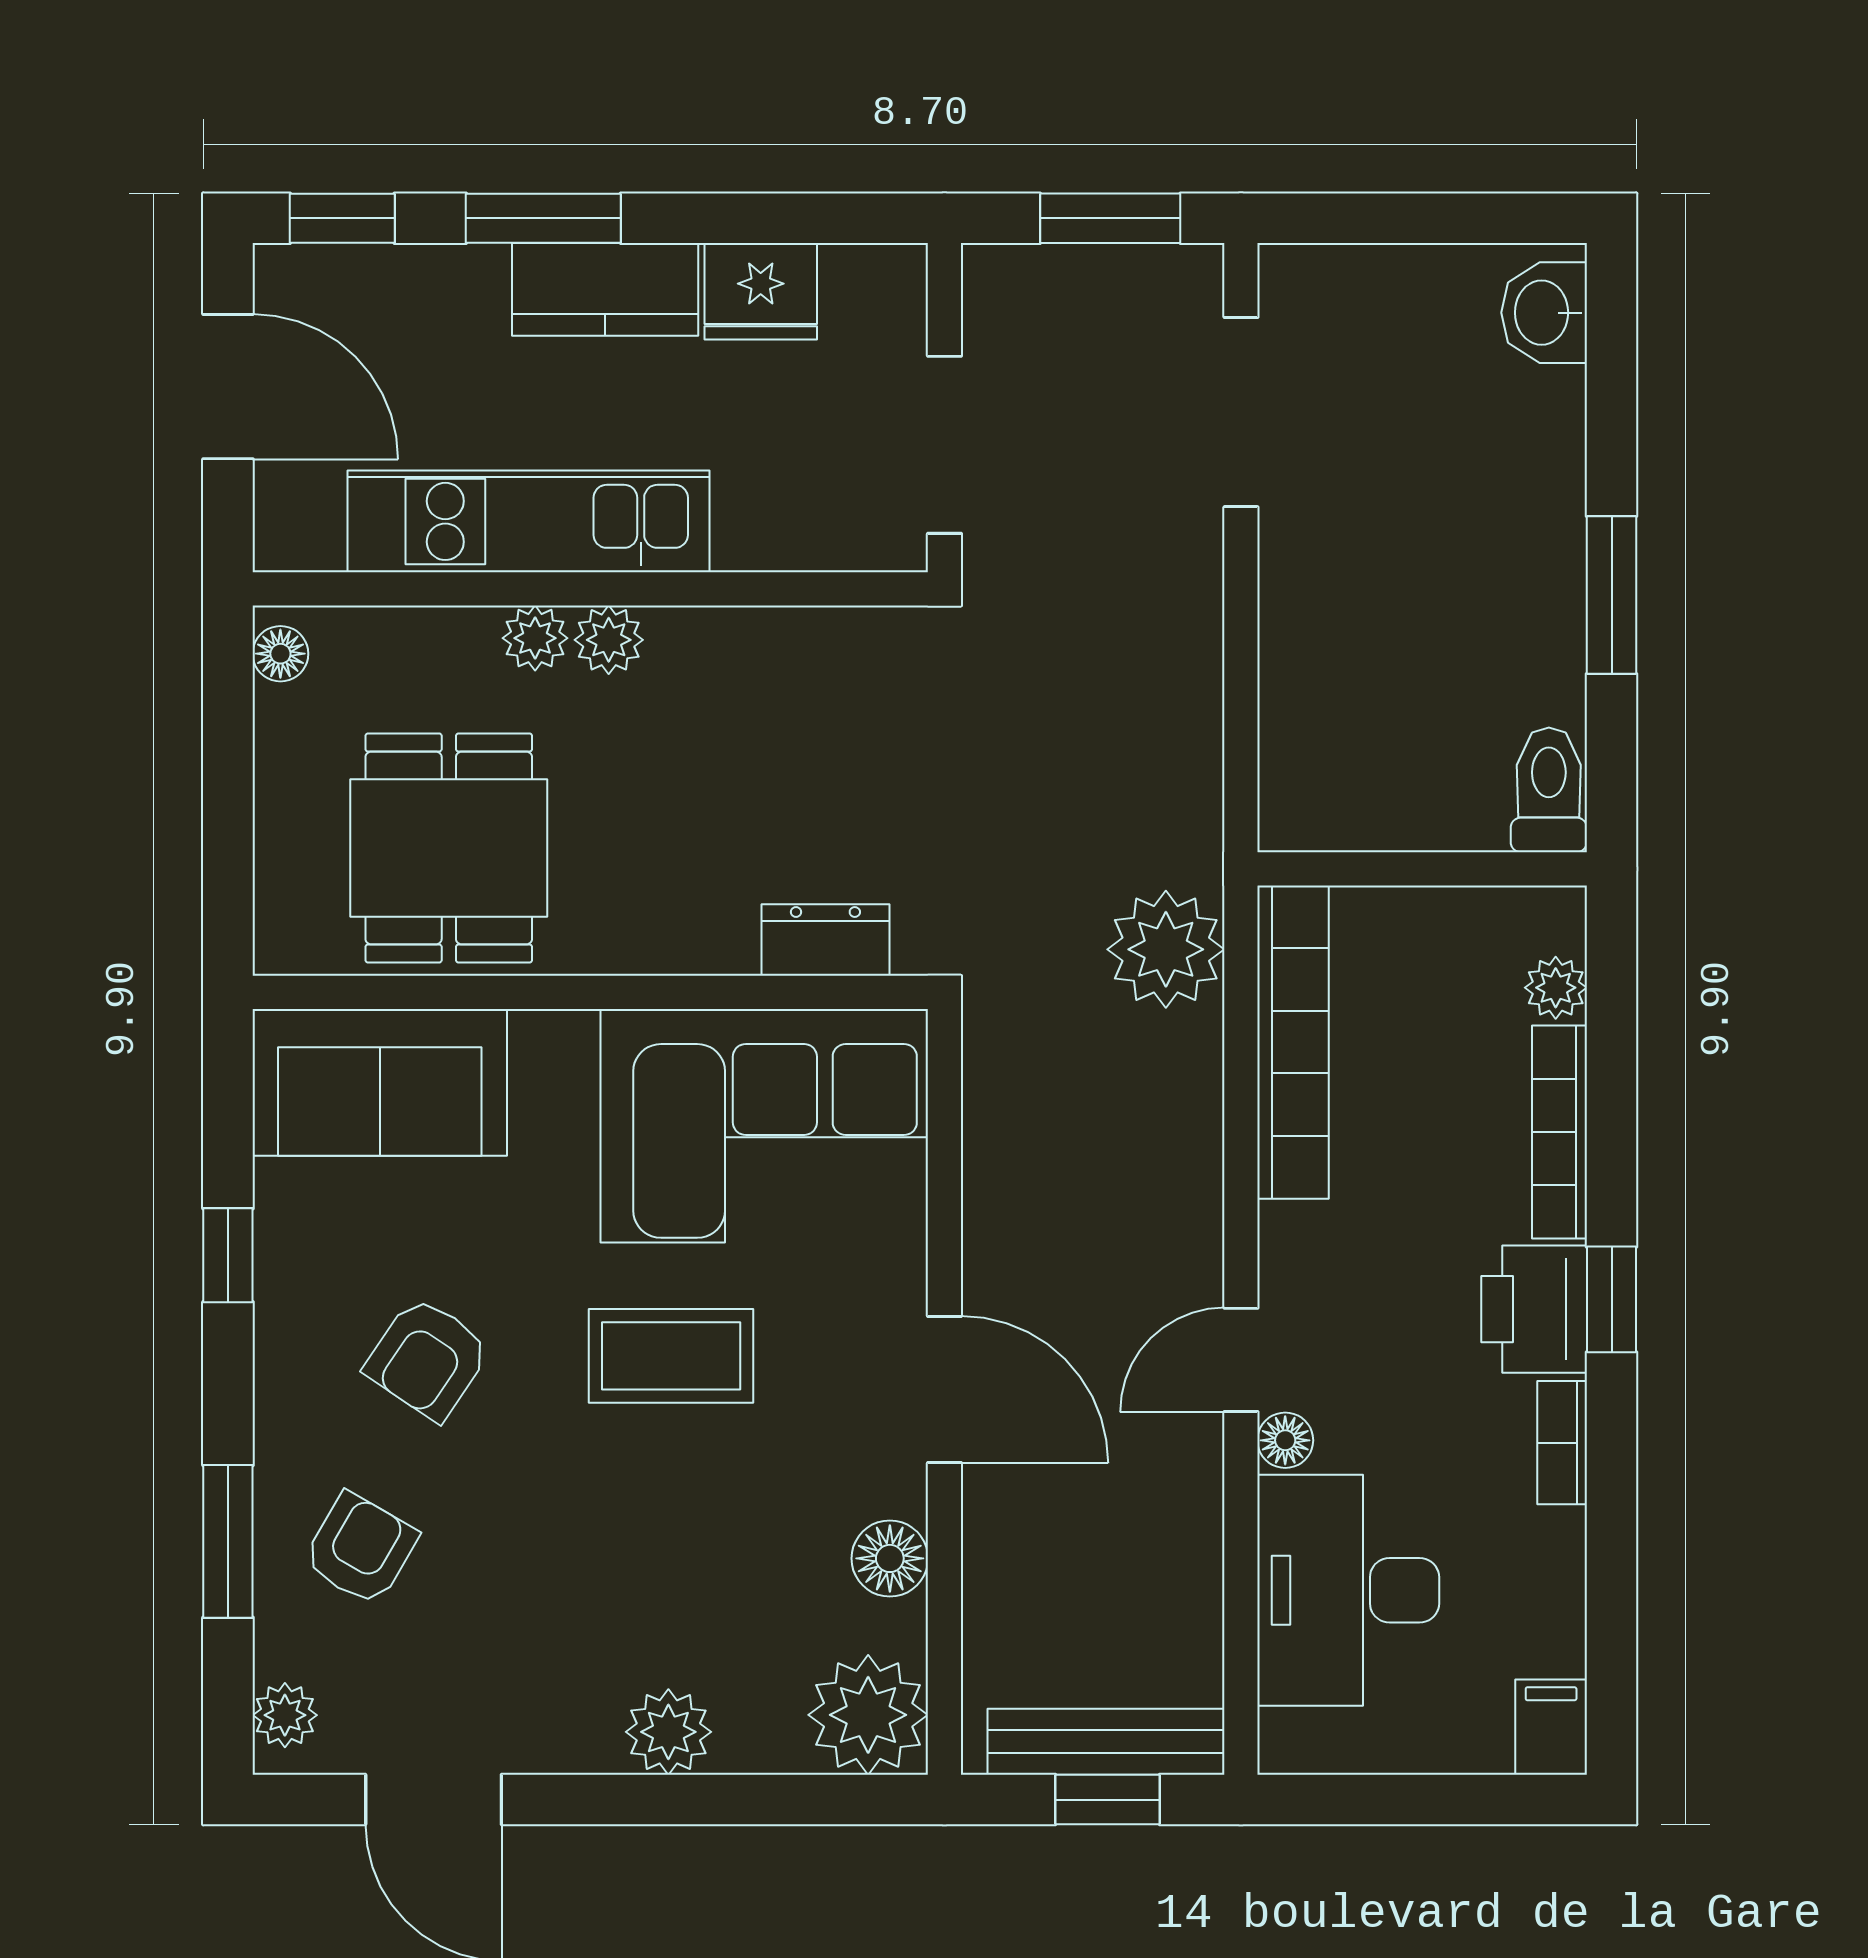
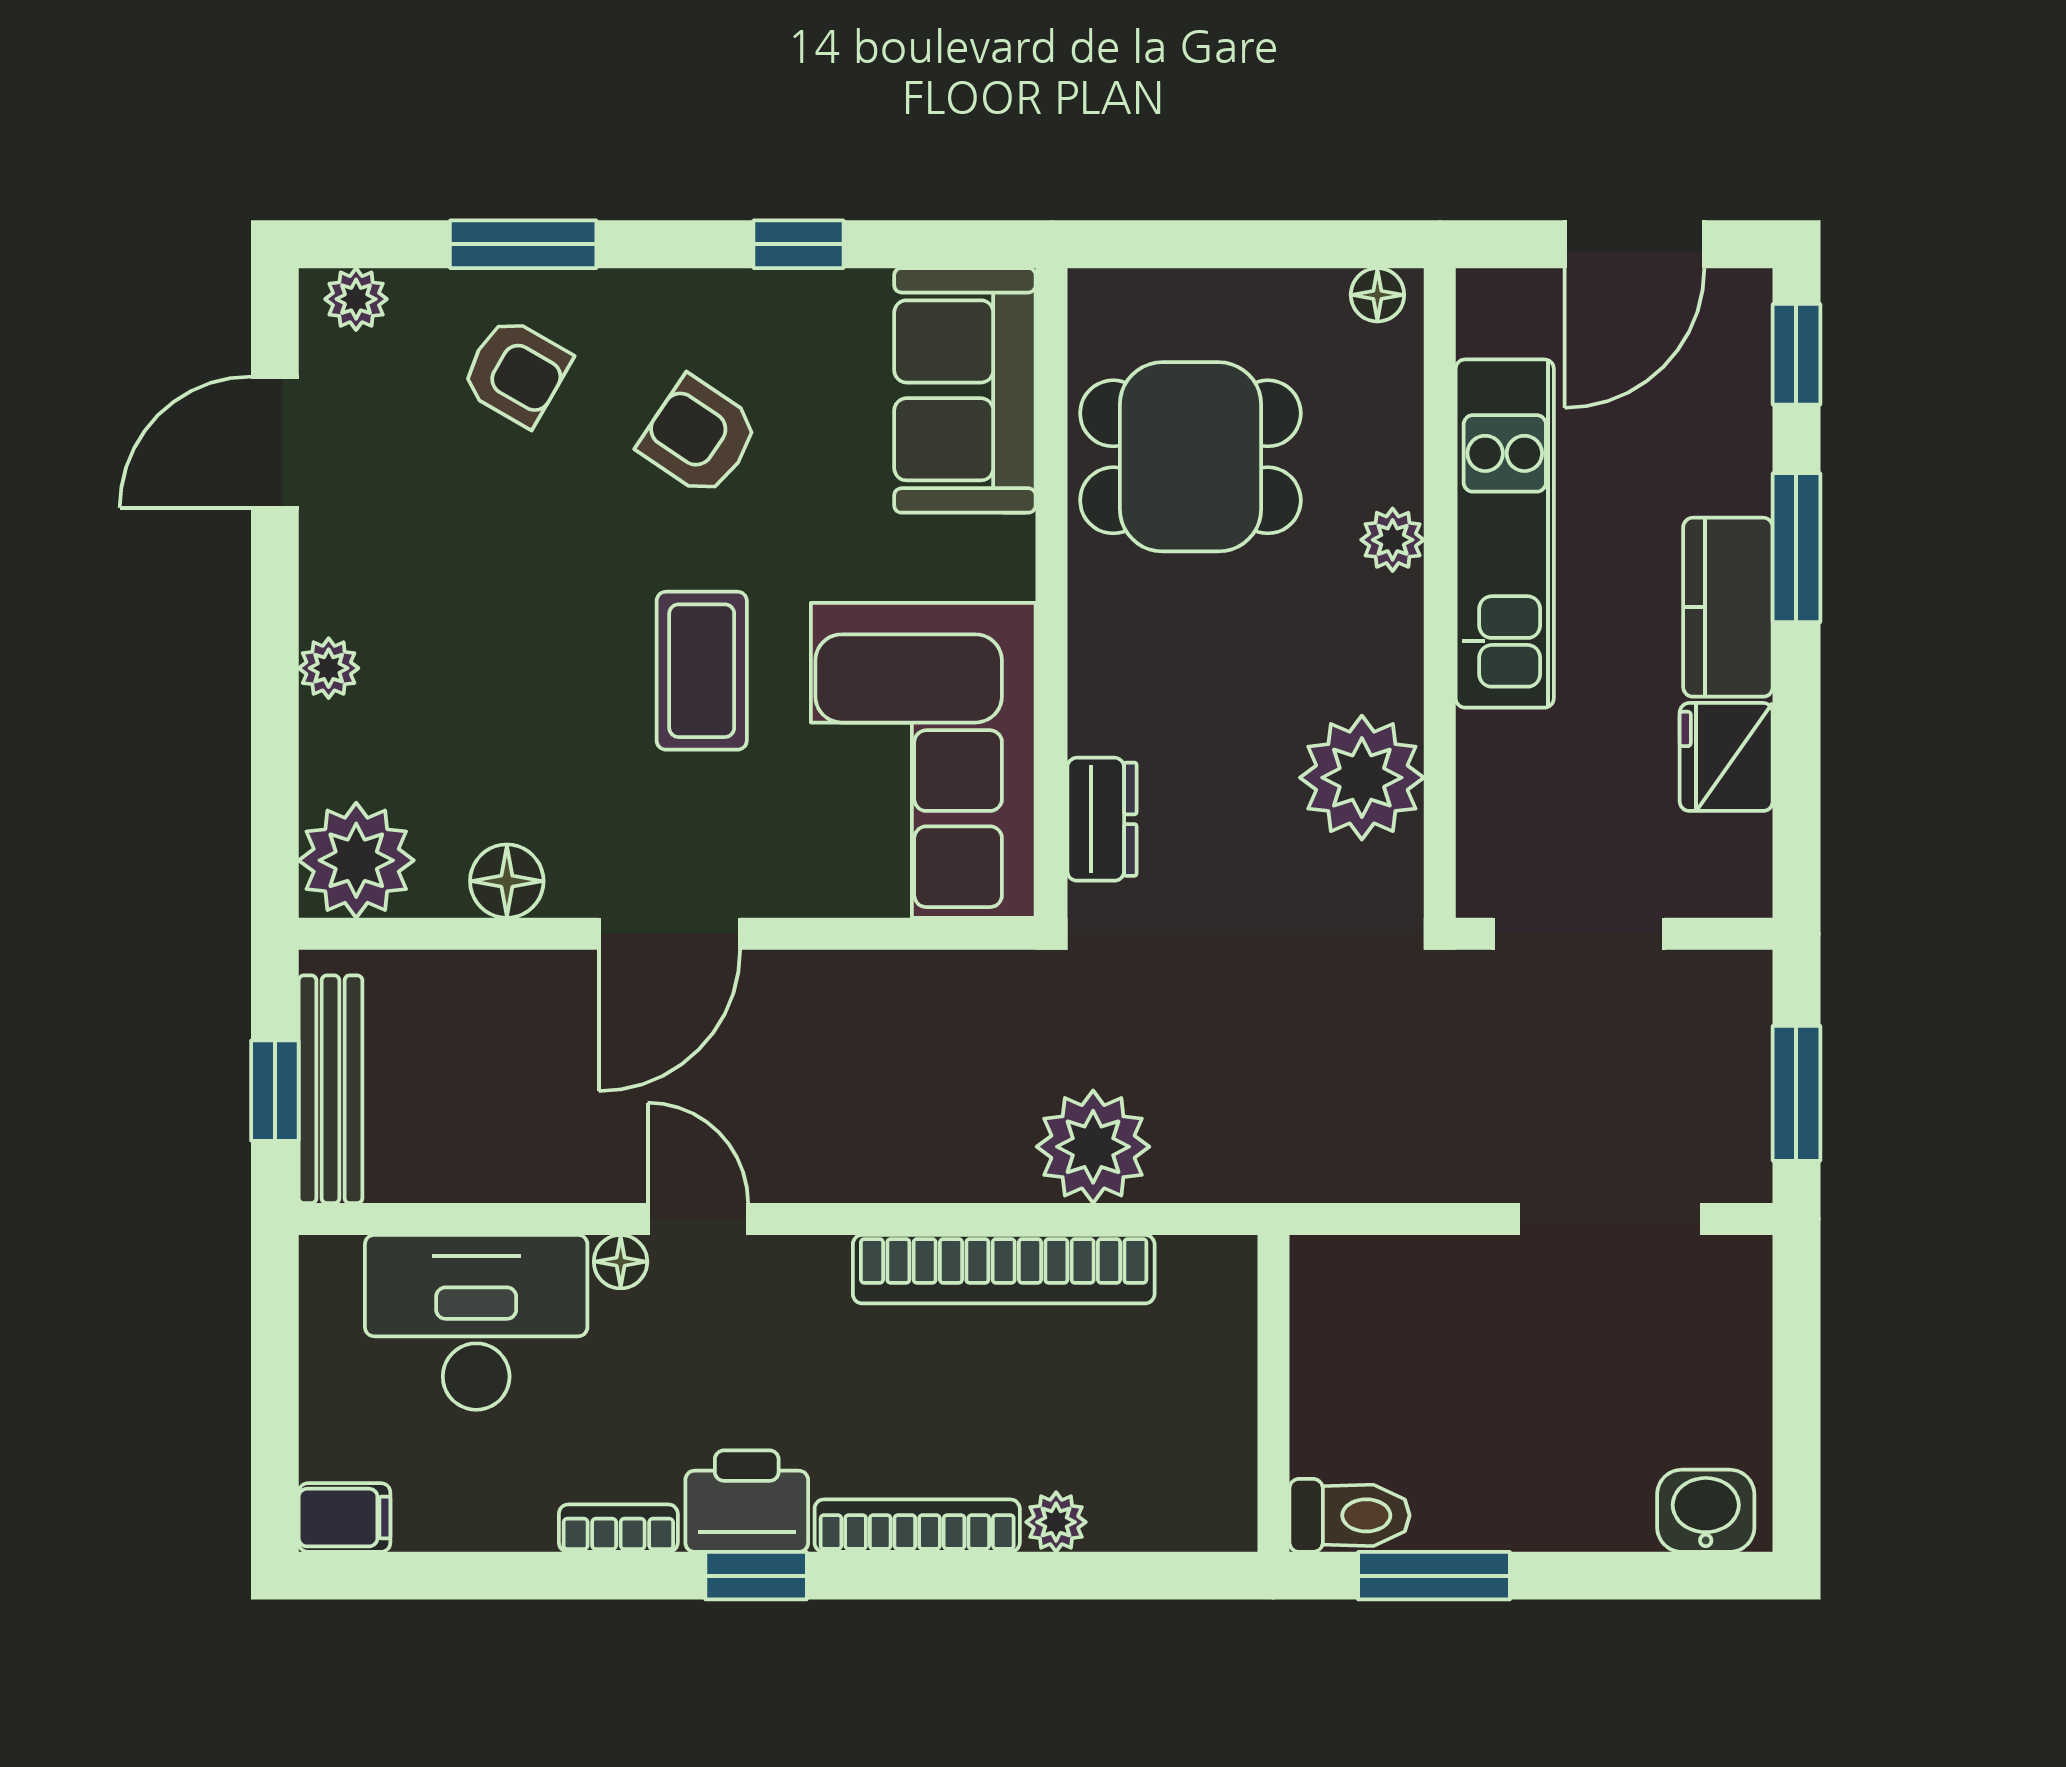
plant: (609, 640) -> (1362, 778), moved, width x1.88, depth x1.88
toilet: (1549, 790) -> (1349, 1515), moved
wall: (1422, 869) -> (1273, 1393), moved
plant: (668, 1732) -> (329, 668), width x0.73, depth x0.73

